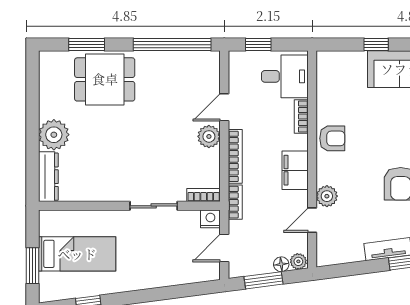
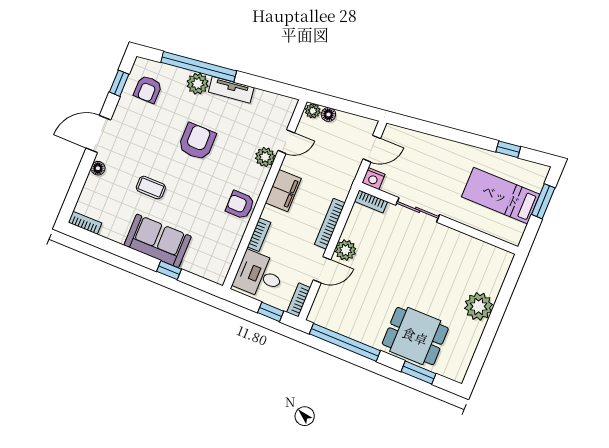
dresser: (48, 177) -> (498, 272), removed
bookcase: (235, 202) -> (299, 300), moved
window: (263, 280) -> (349, 107), removed

